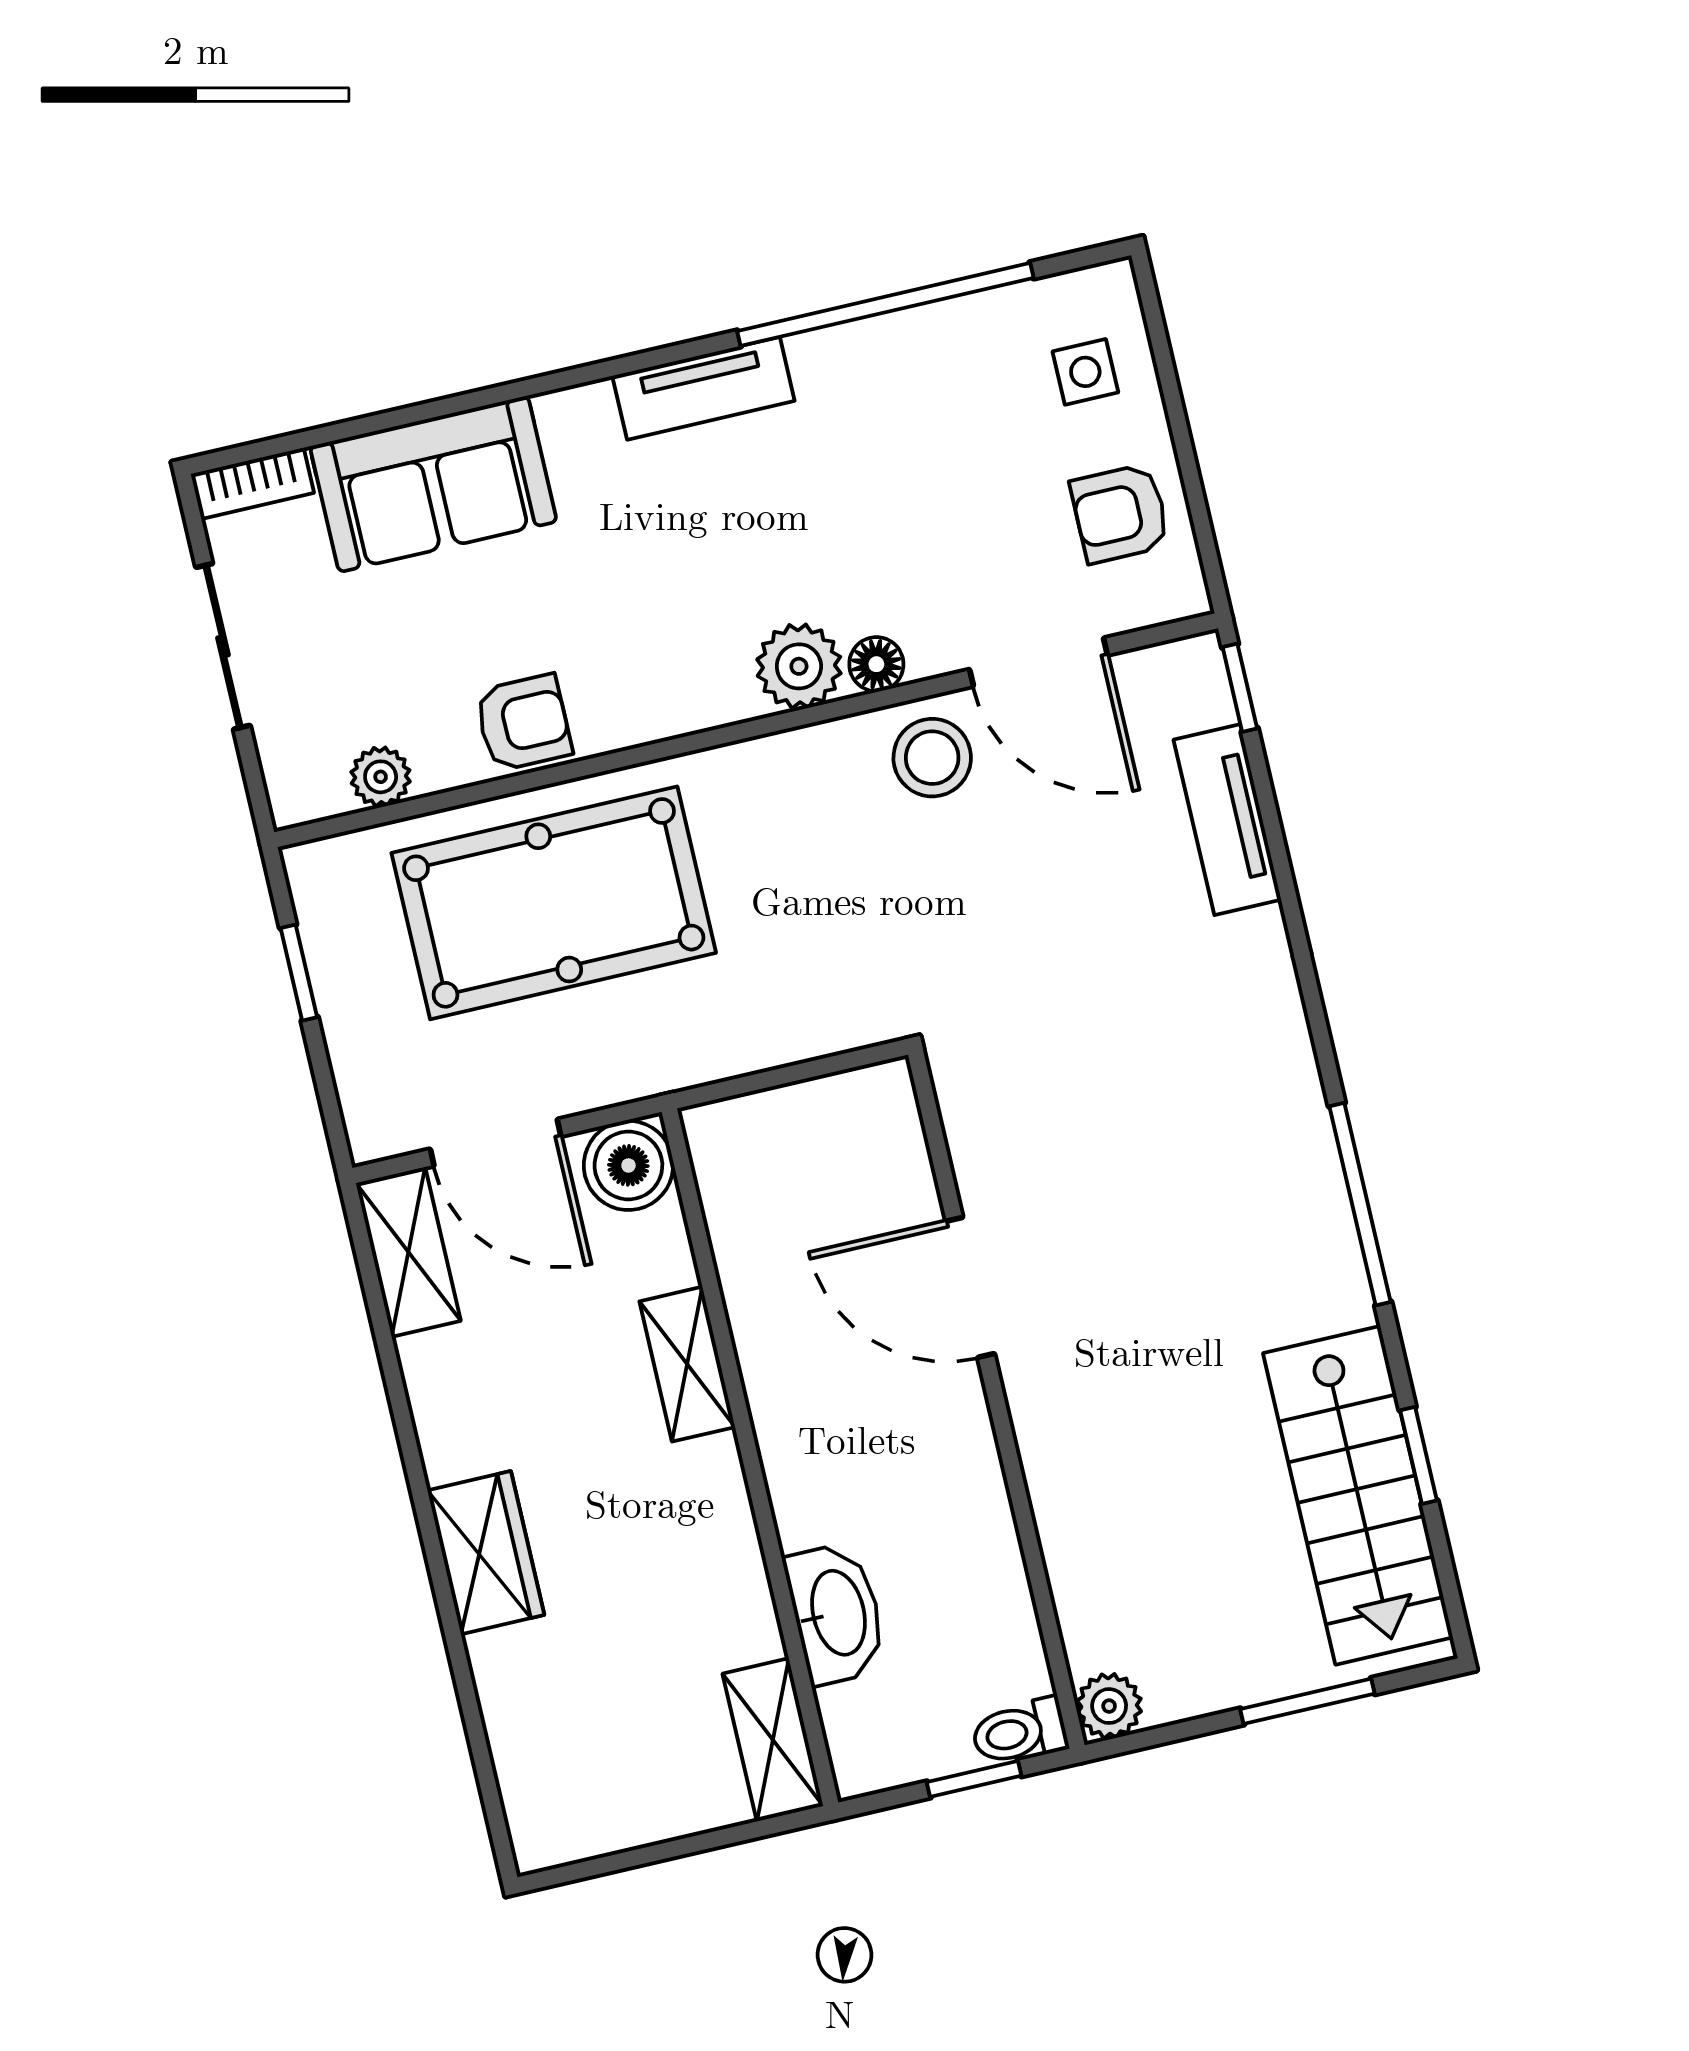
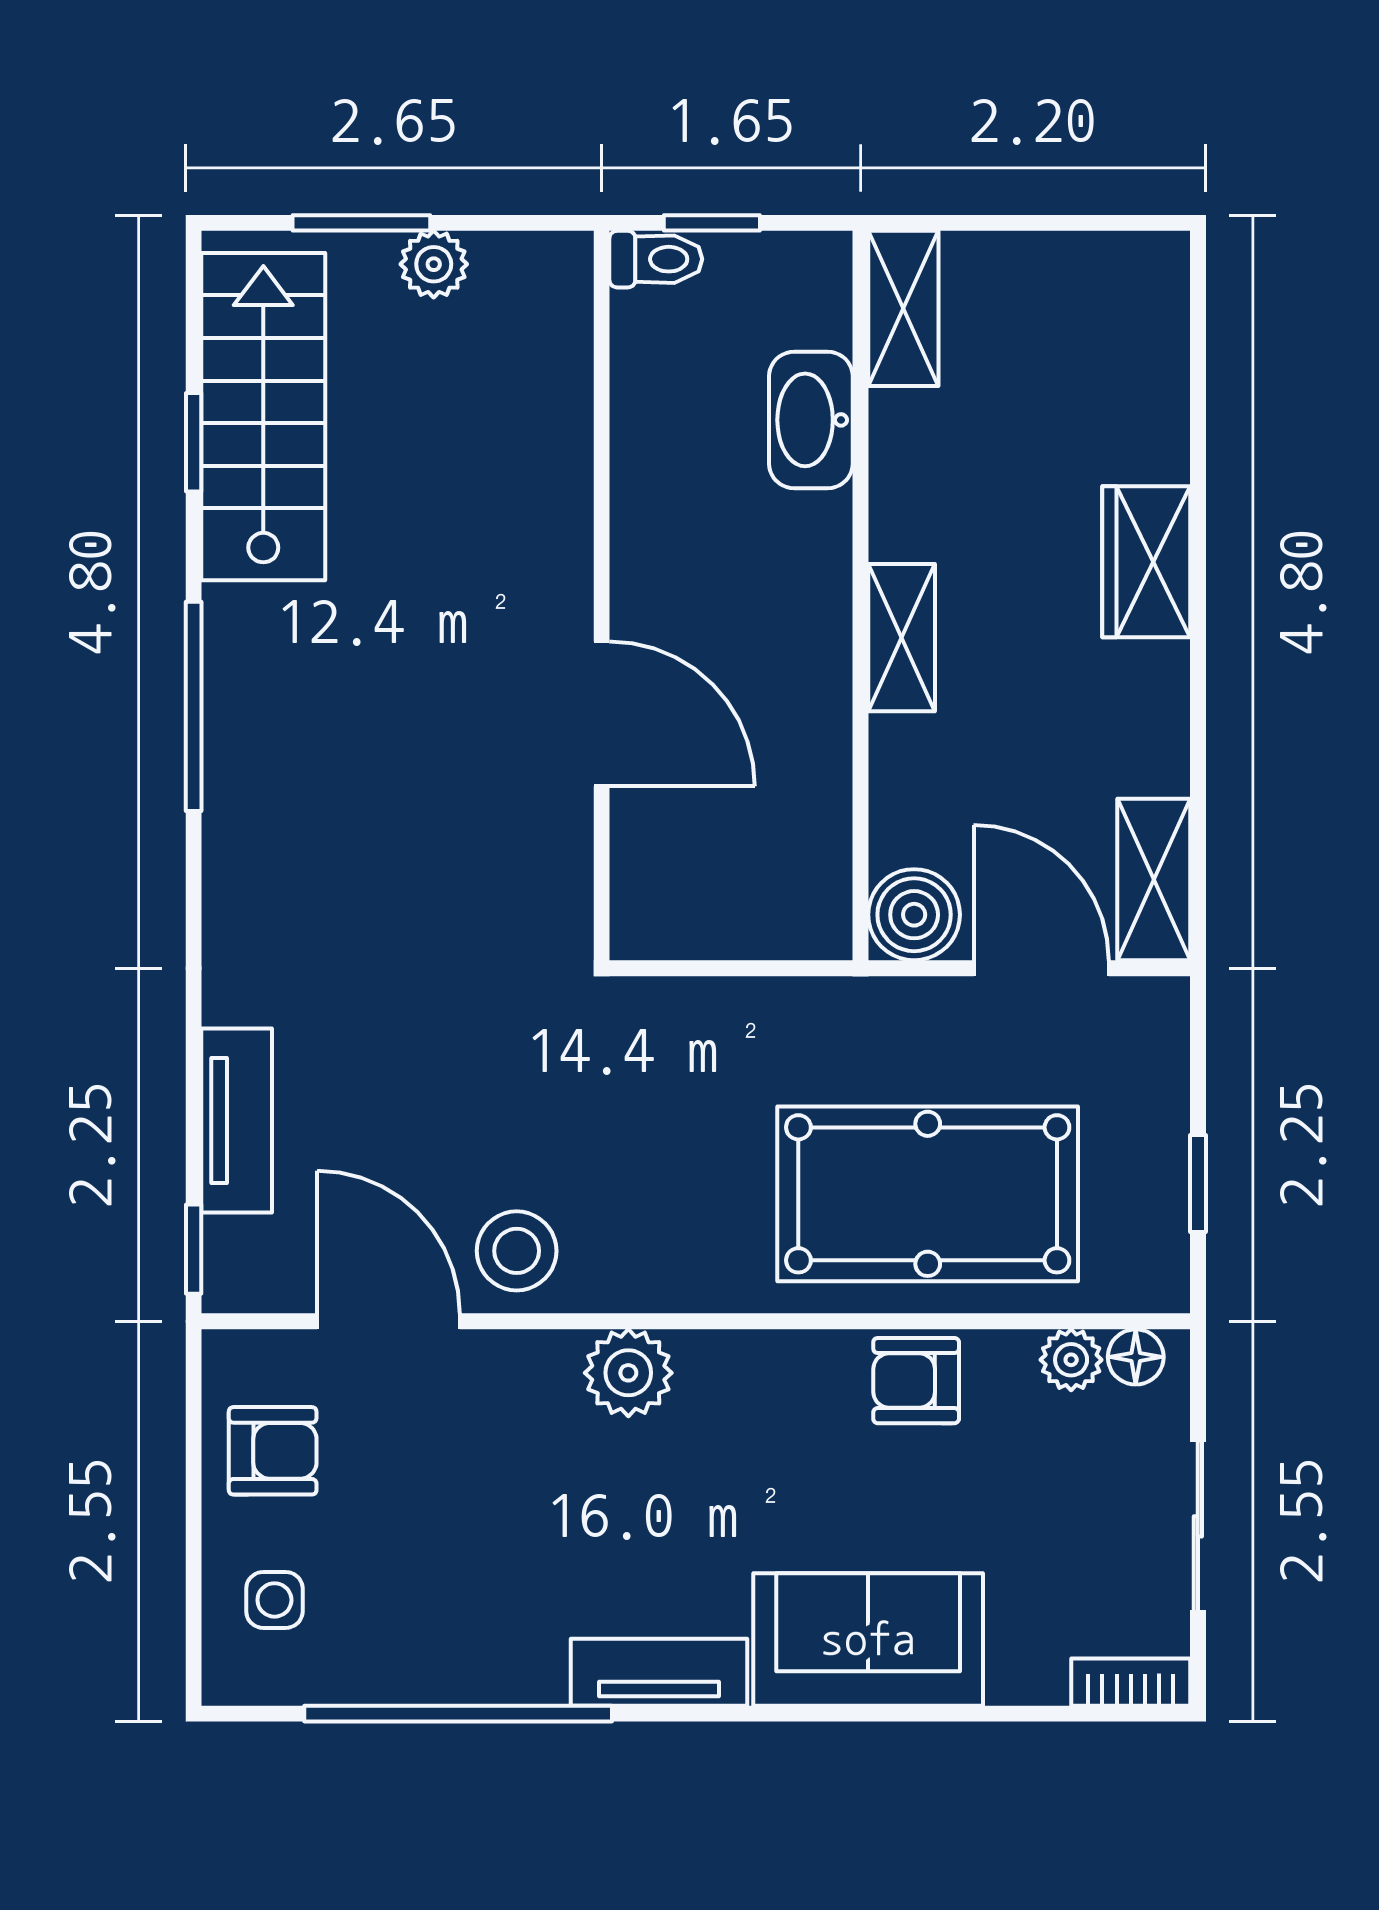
sofa: (433, 484) -> (868, 1639), moved
floor lamp: (876, 664) -> (1136, 1357), moved
shelving: (687, 1364) -> (902, 638), moved
plant: (1109, 1706) -> (434, 264), moved

